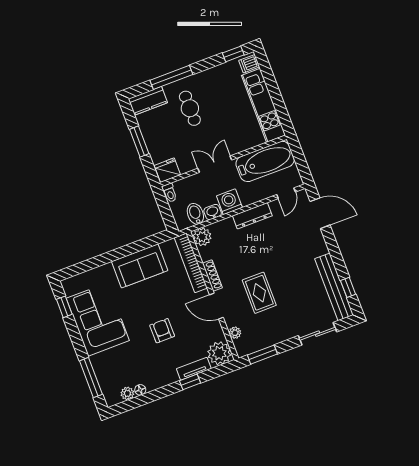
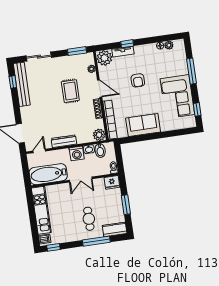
window: (91, 378) -> (191, 71), moved

